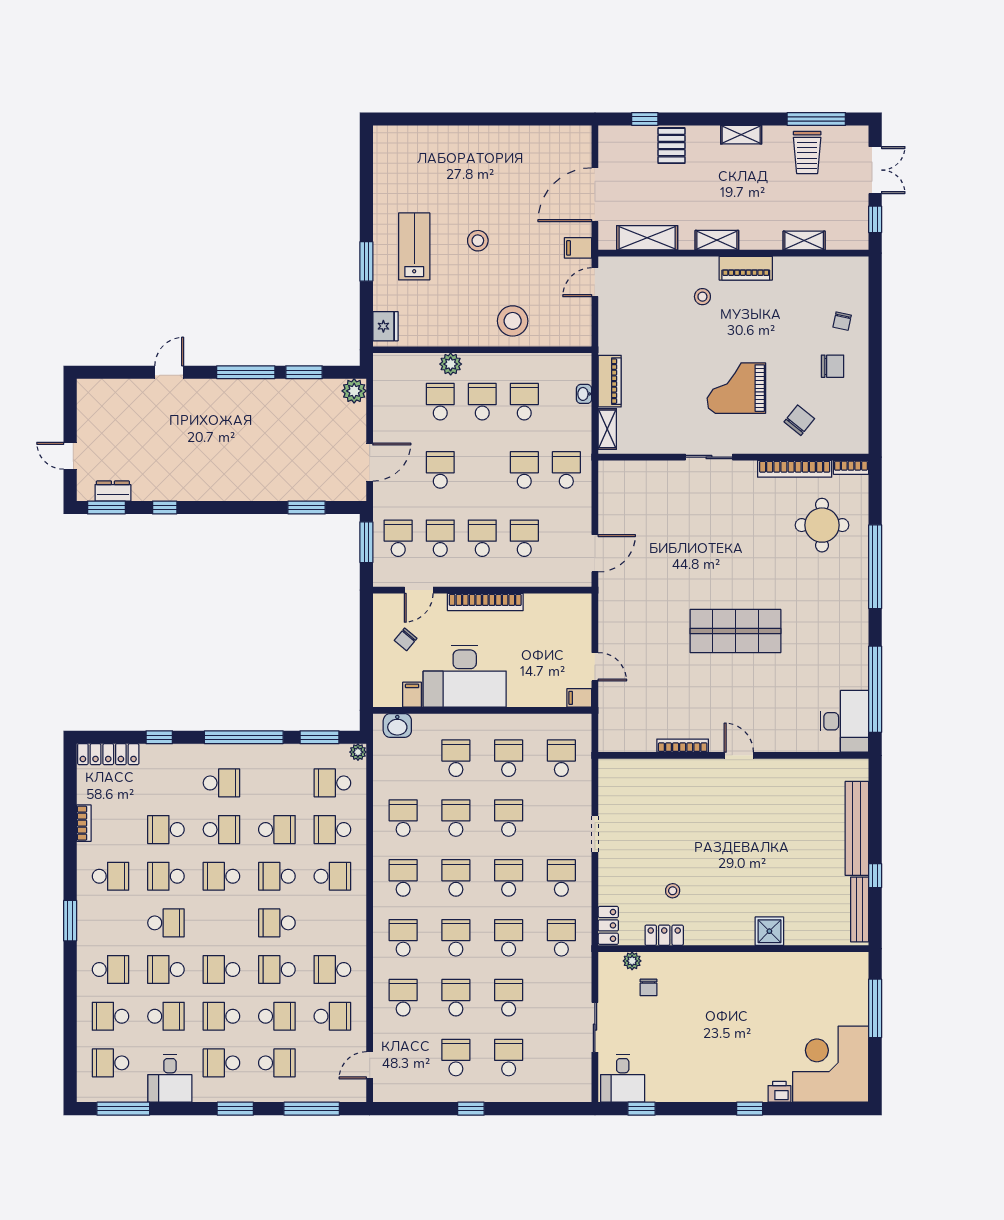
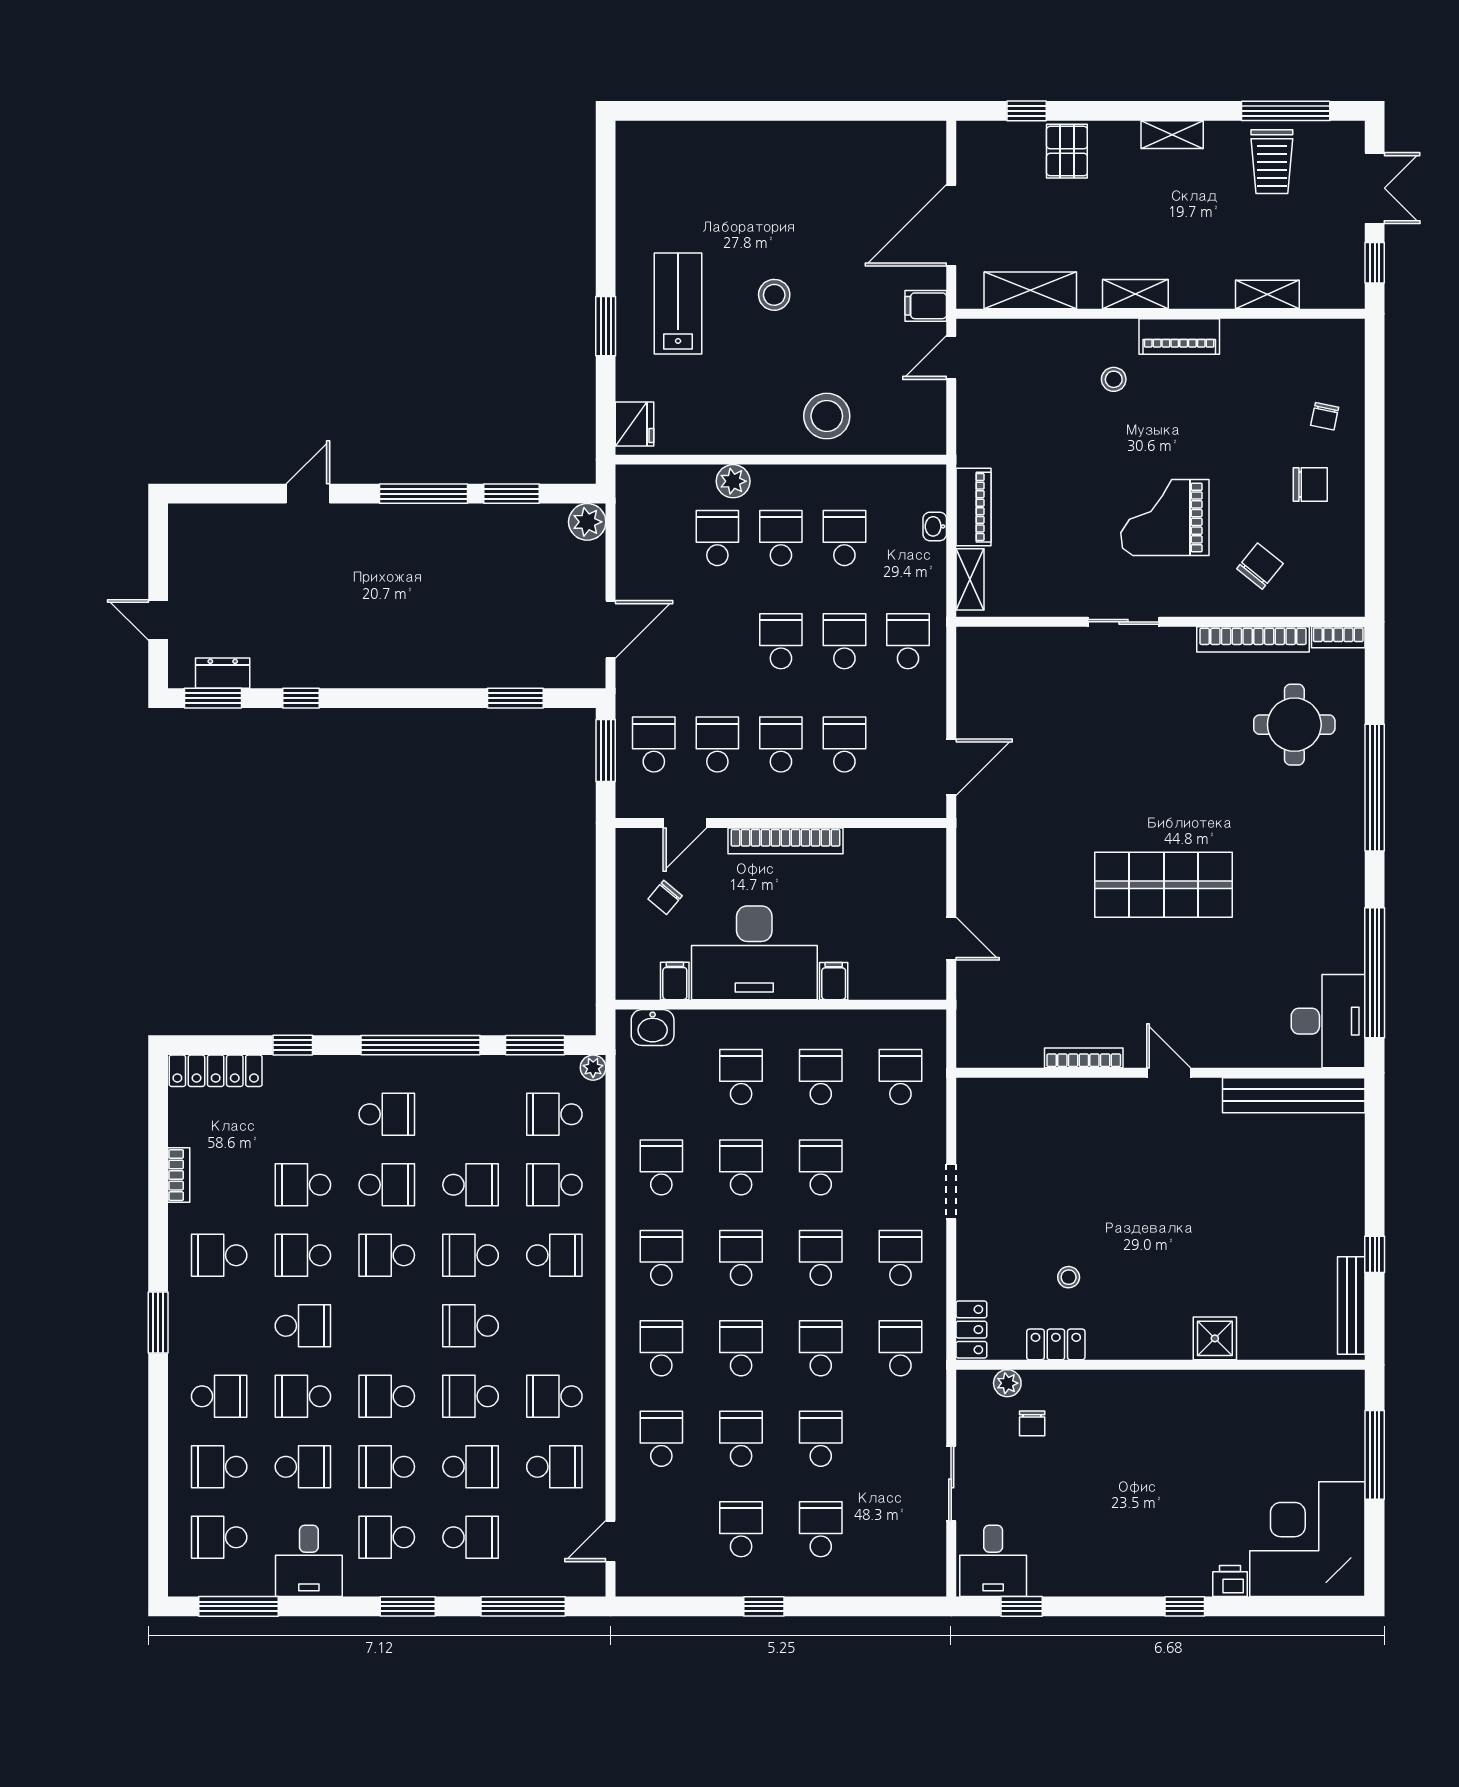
school desk: (440, 470) -> (781, 641), moved
filing cabinet: (579, 698) -> (834, 981), moved, turned 90
bench: (857, 828) -> (1294, 1095), moved, turned 90
school desk: (111, 876) -> (219, 1255), turned 180

